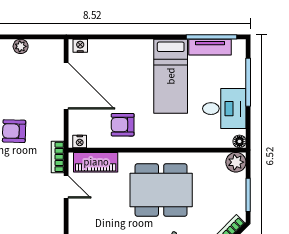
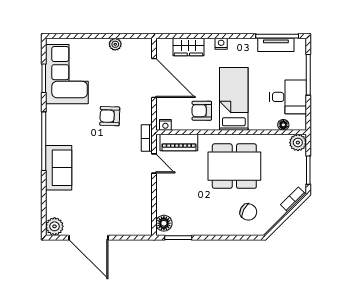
nightstand: (80, 46) -> (221, 44), moved
wardrobe: (107, 50) -> (188, 47), added
bed: (171, 76) -> (234, 99), moved, turned 180
floor lamp: (239, 141) -> (283, 125), moved

